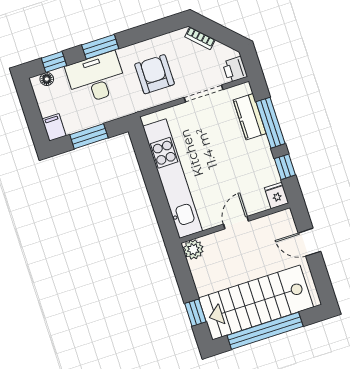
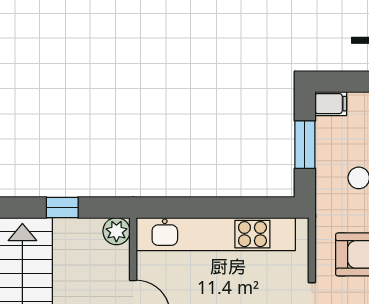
window: (195, 313) -> (62, 208), moved

